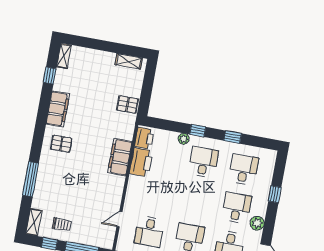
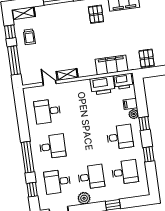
filing cabinet: (171, 139) -> (130, 104), added
filing cabinet: (120, 157) -> (112, 65), moved
shelving: (116, 197) -> (67, 74), added

